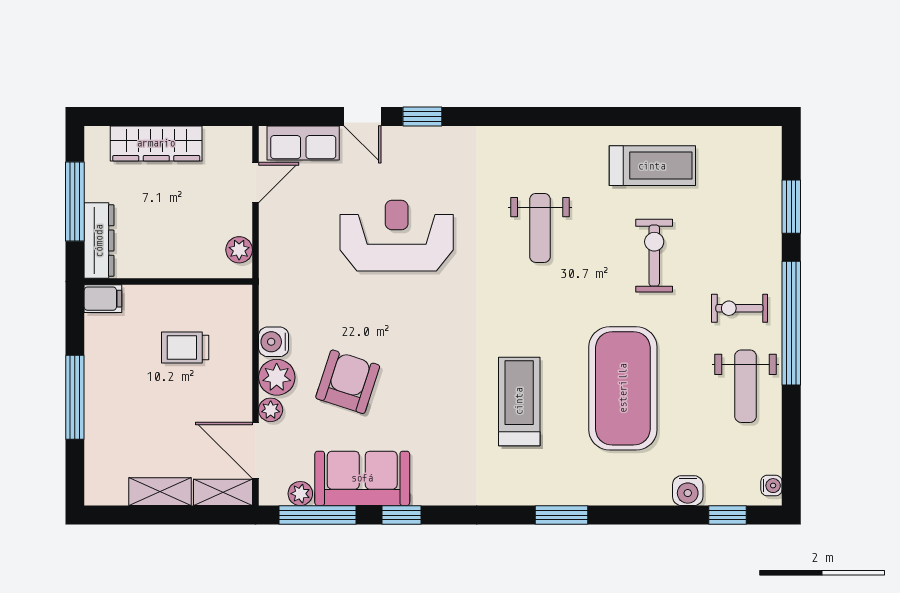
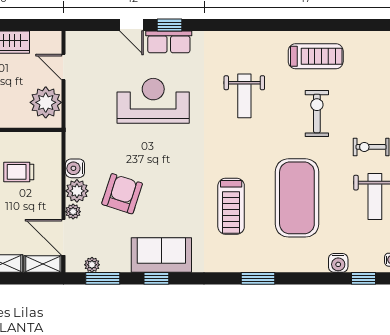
row of seats: (303, 143) -> (169, 42), moved
door: (256, 182) -> (63, 67), swing flipped
plant: (239, 250) -> (46, 102), width x1.88, depth x1.88
treadmill: (519, 401) -> (231, 206), turned 180
sofa: (362, 478) -> (161, 255), moved
window: (317, 515) -> (103, 278), width x0.69

